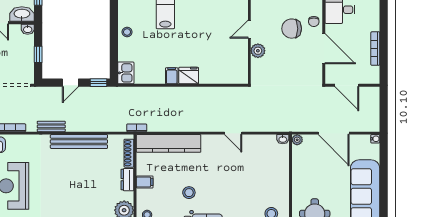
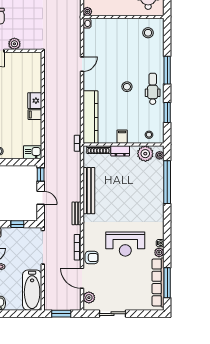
stool: (189, 193) -> (127, 87), moved

